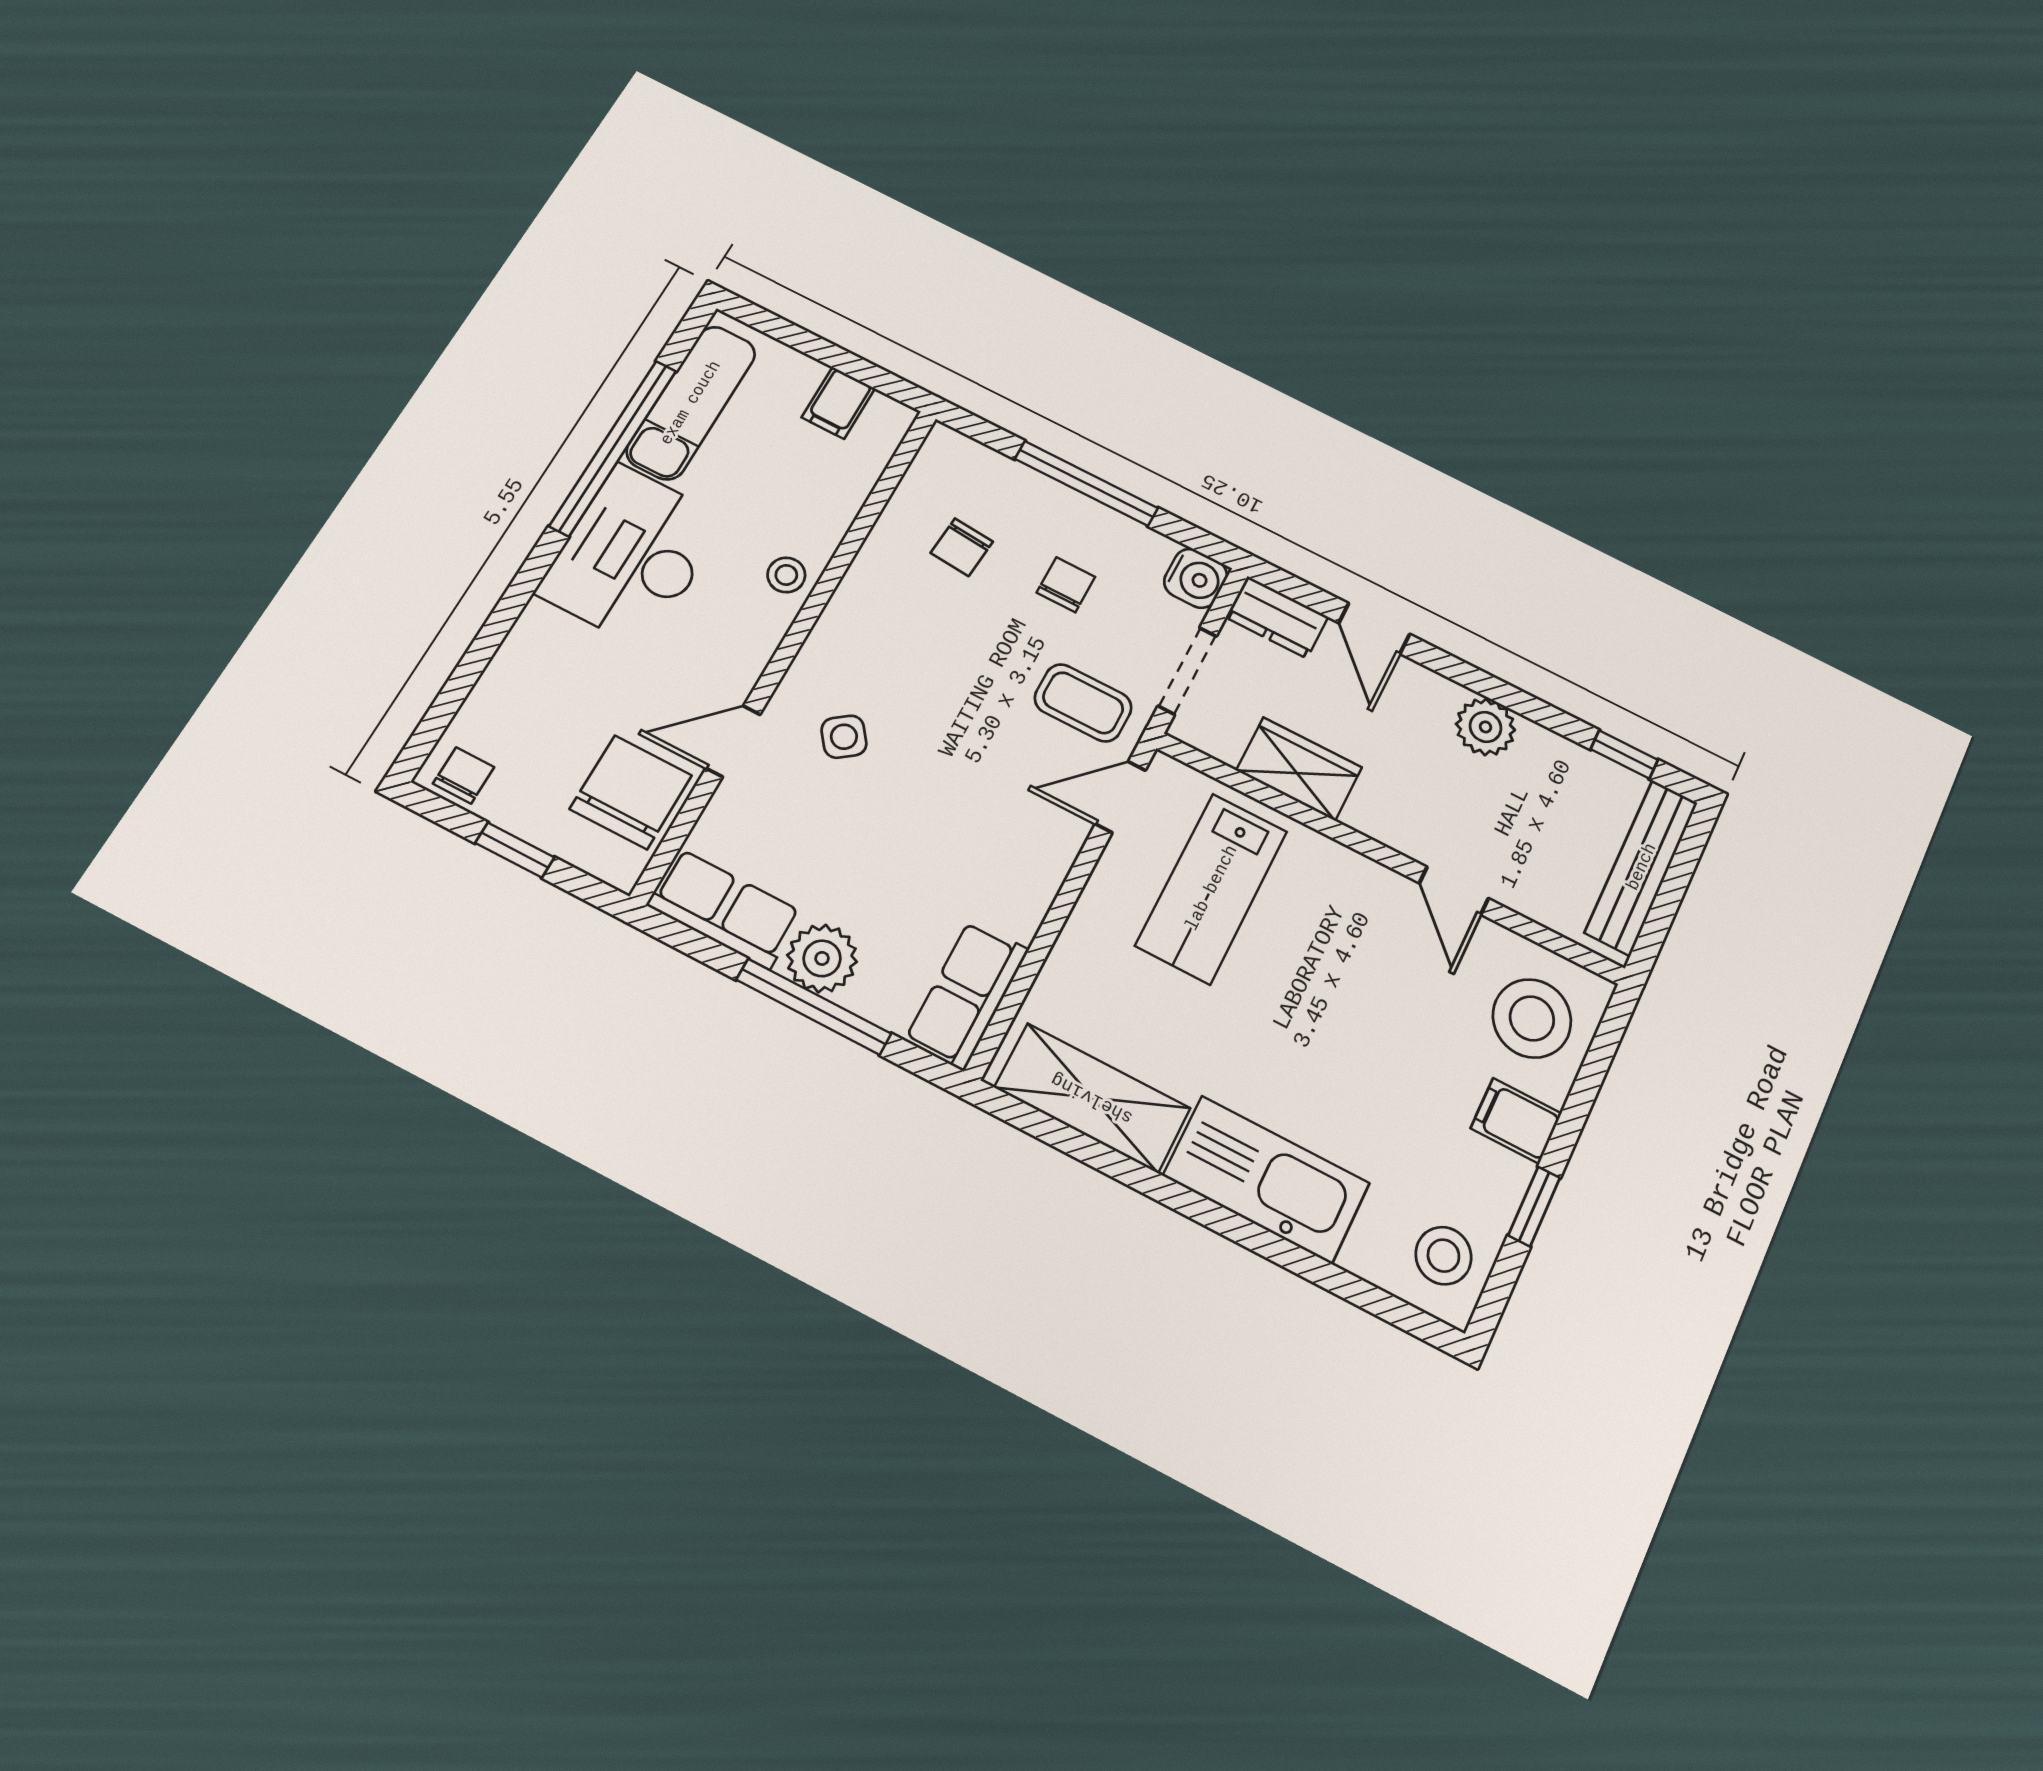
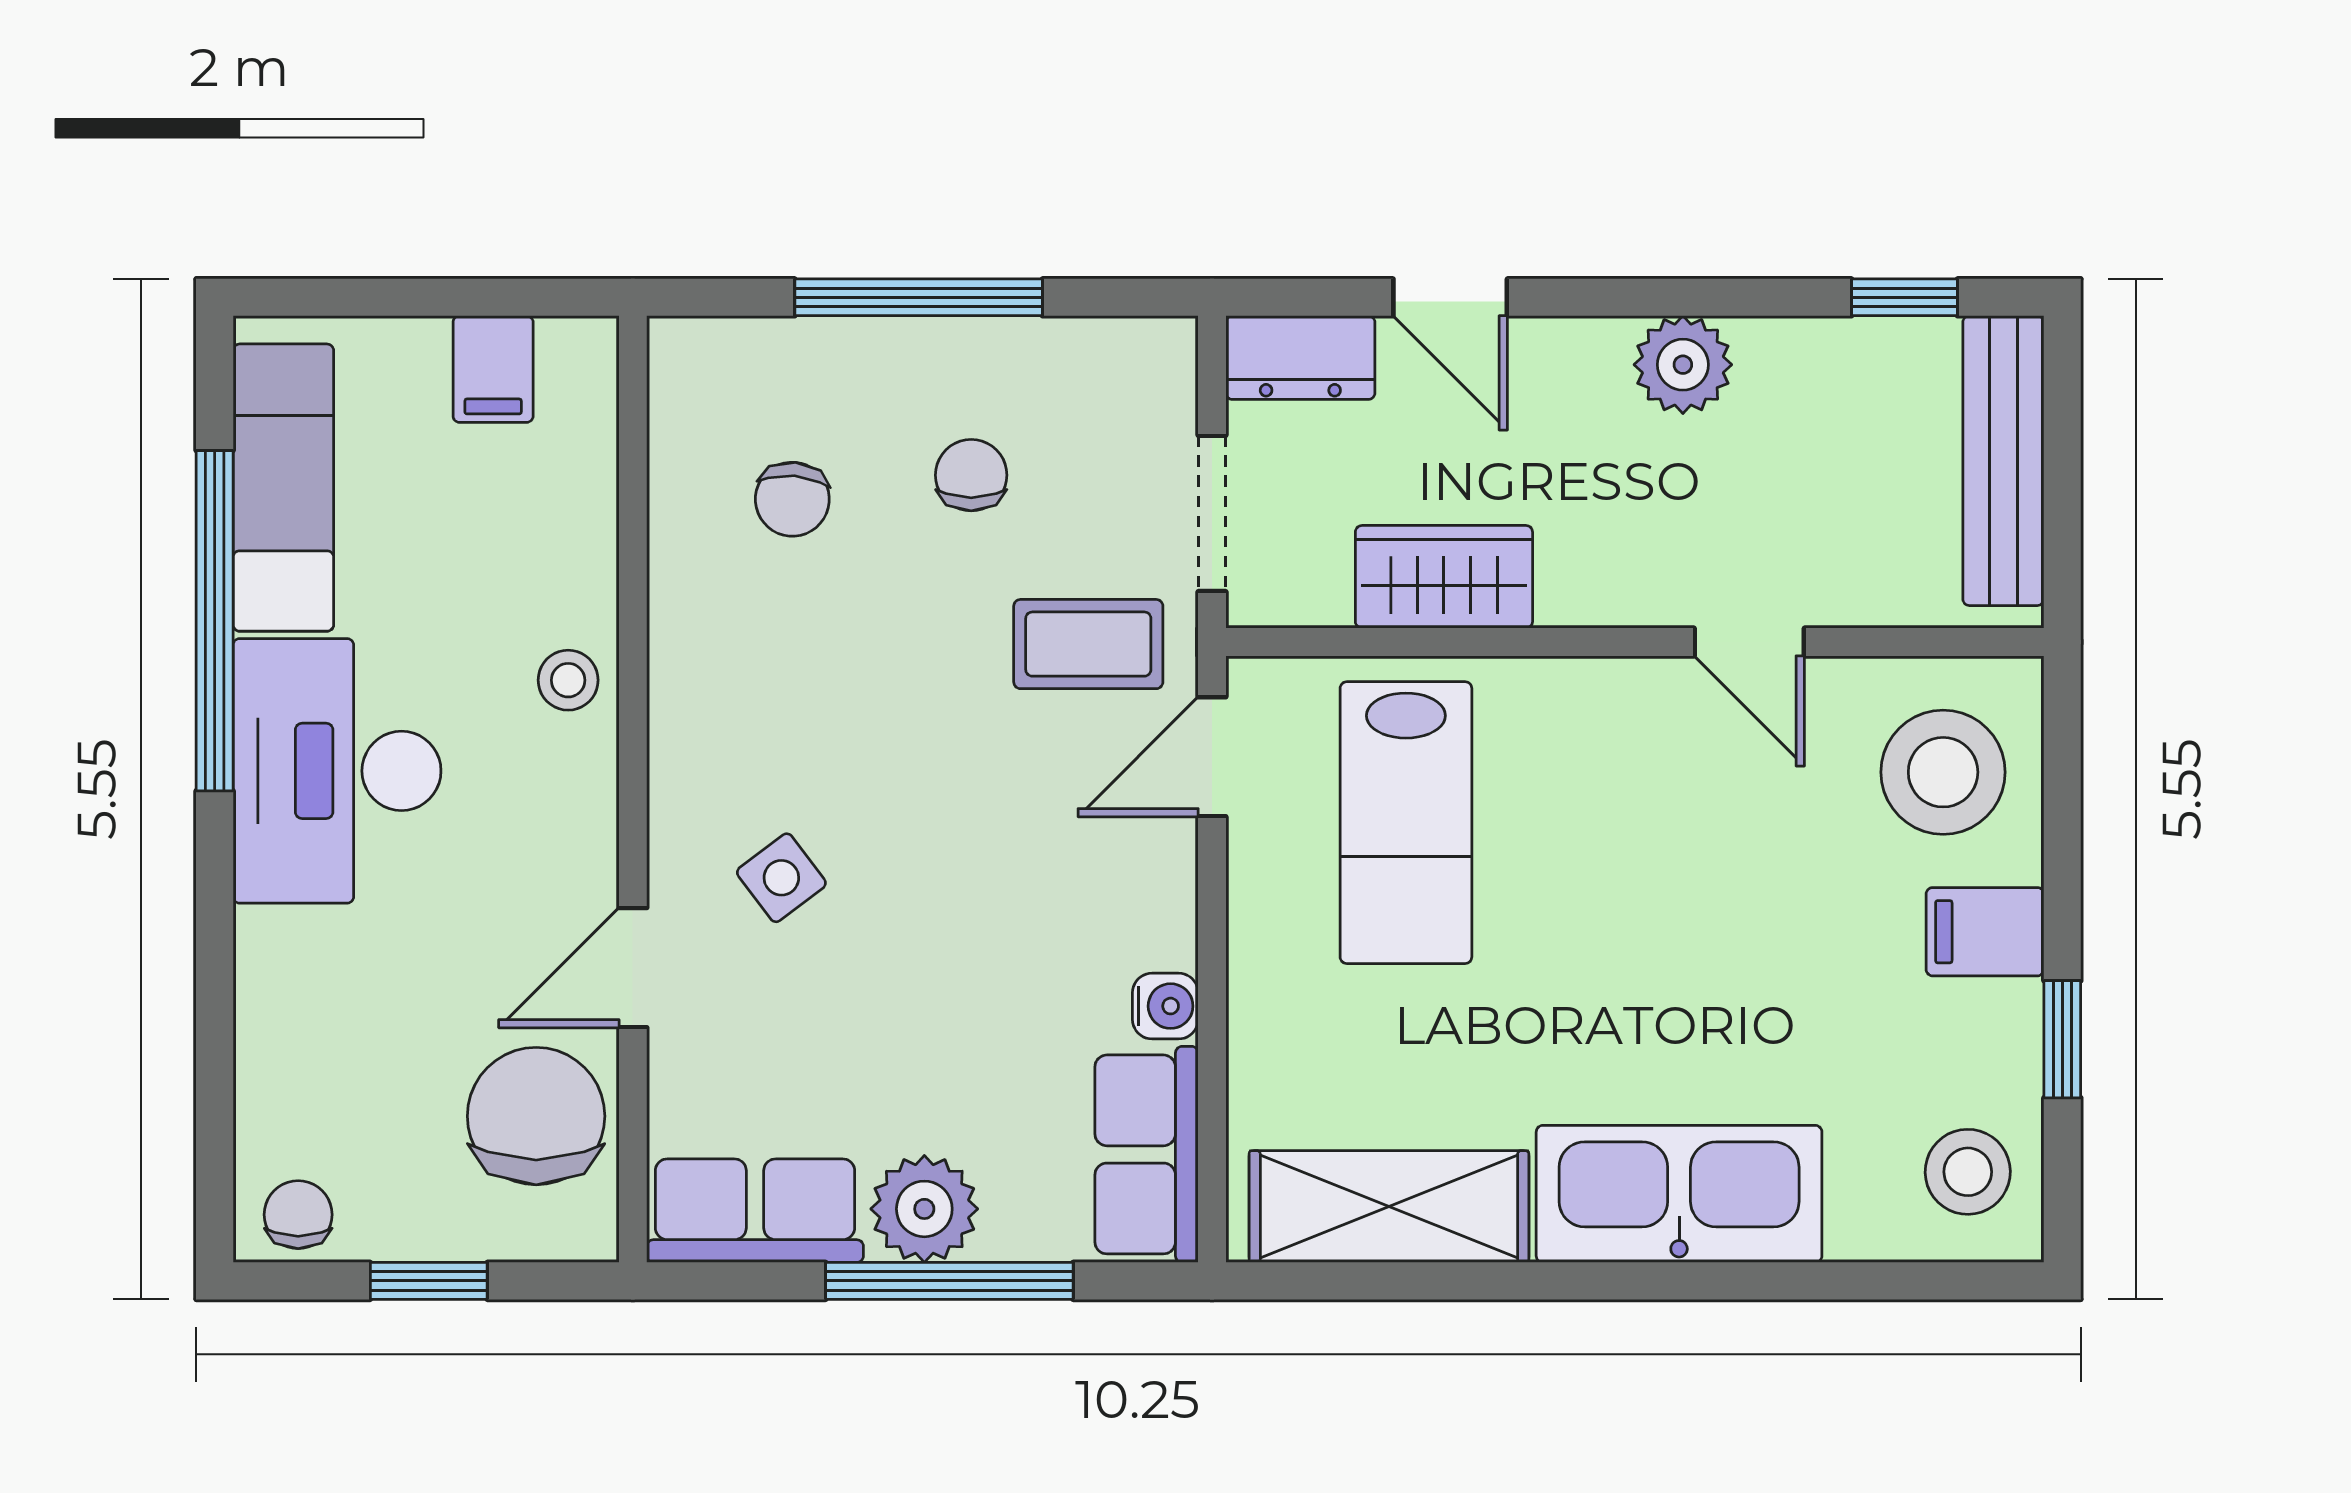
water cooler: (1196, 578) -> (1165, 1006), moved, width x0.72, depth x0.72

